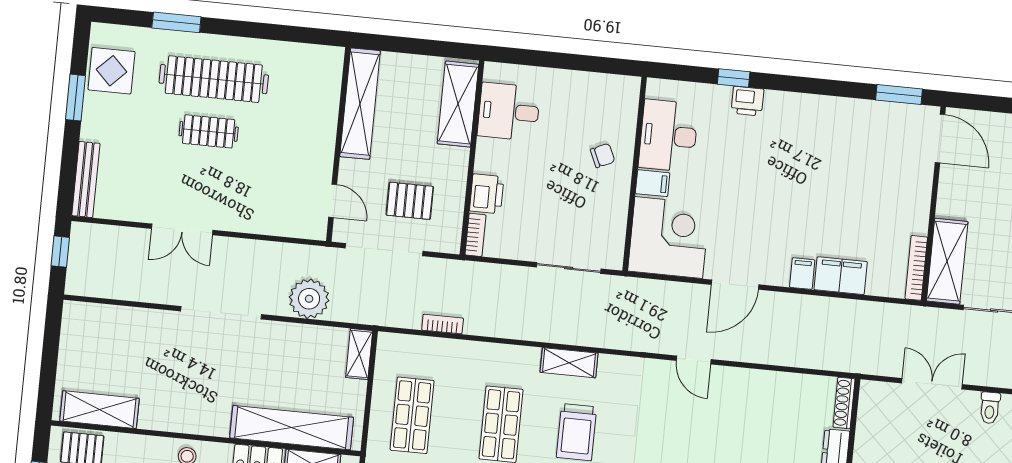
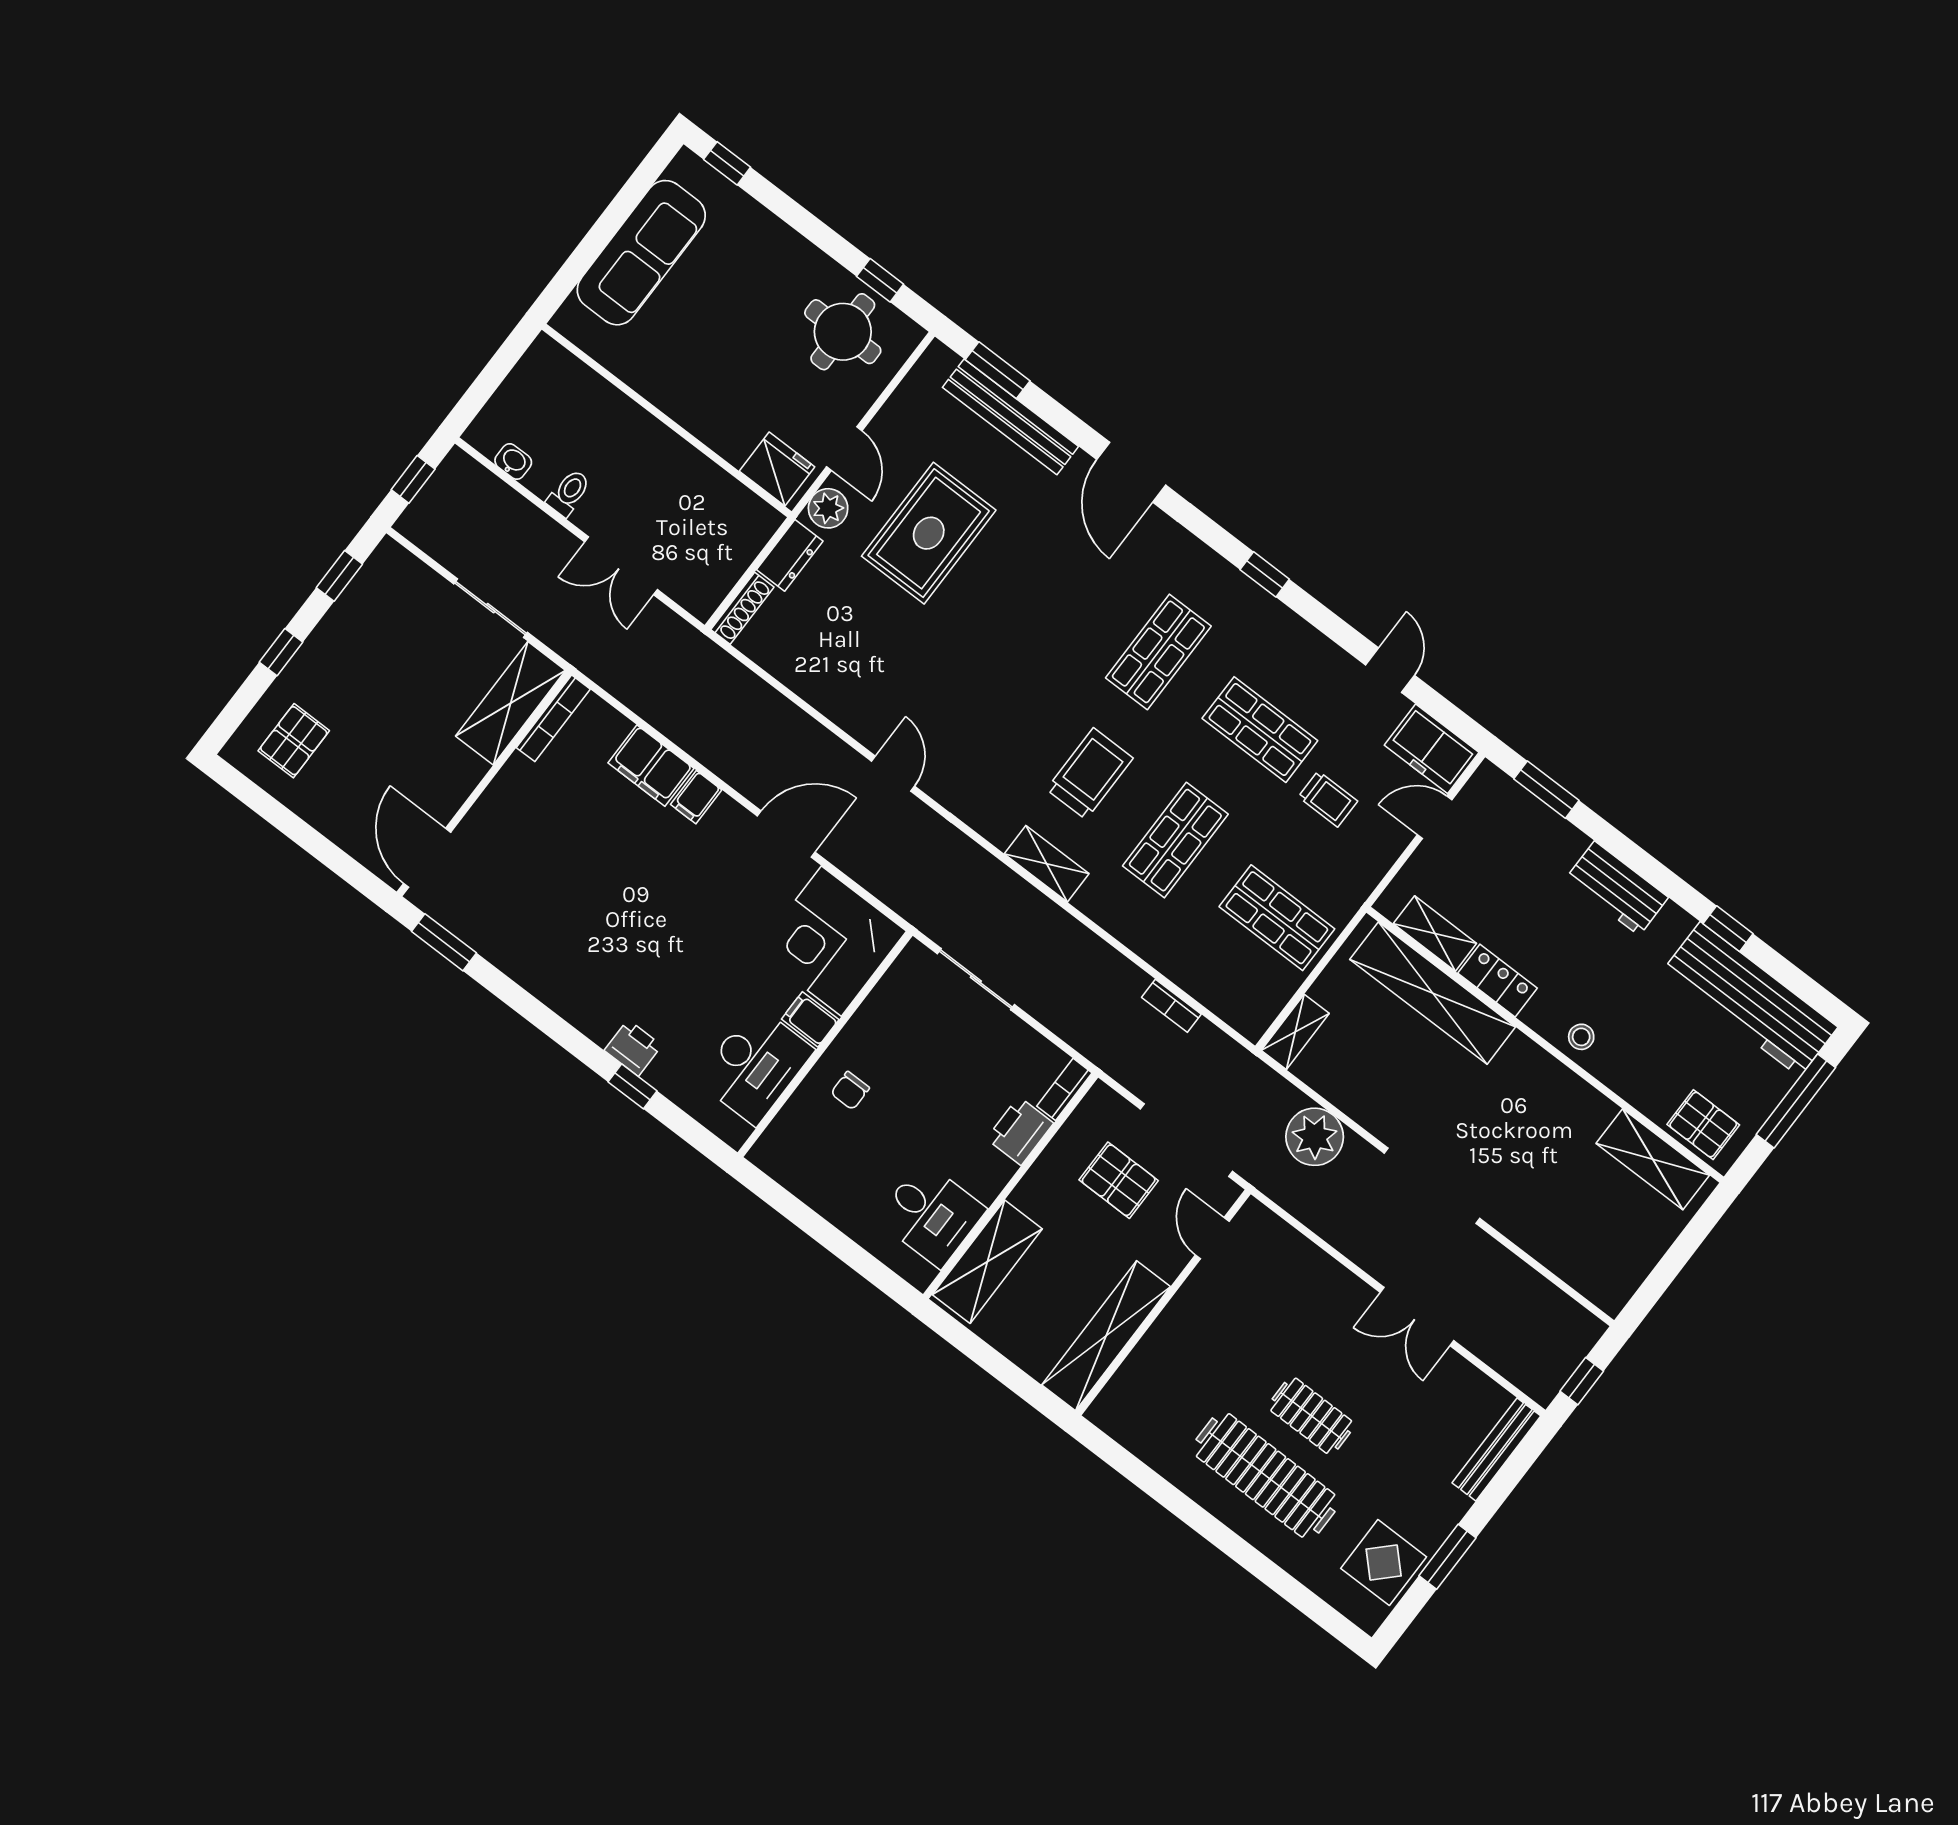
window: (176, 22) -> (1268, 1572), removed
chair: (603, 155) -> (850, 1091), turned -66
double door: (182, 229) -> (1417, 1316), swing flipped
shop shelf: (412, 415) -> (1277, 918), turned 90

